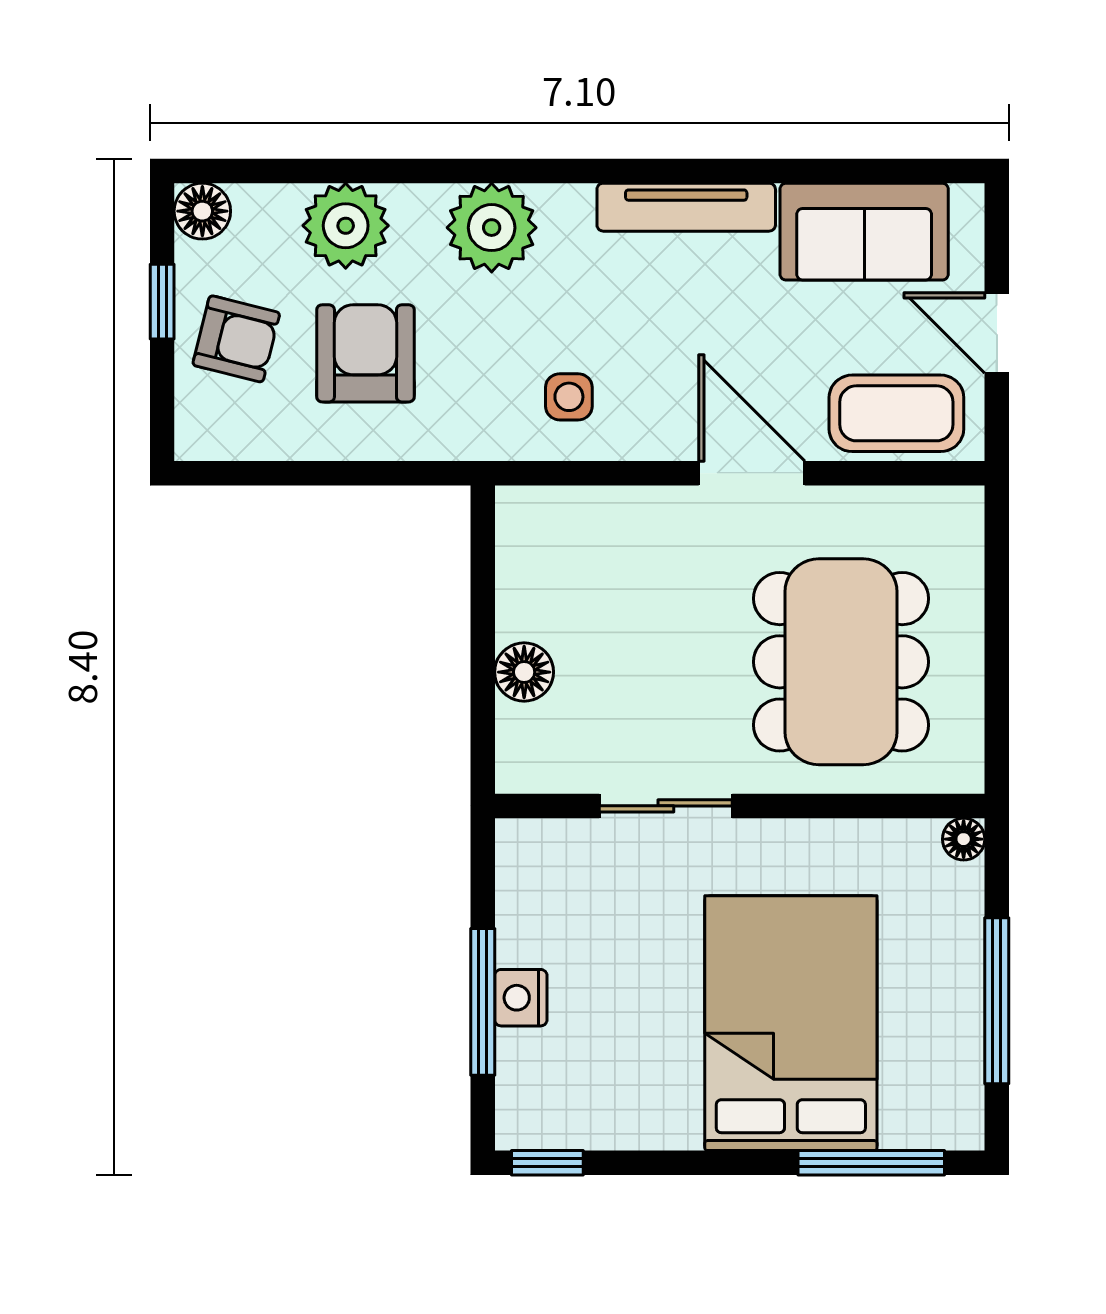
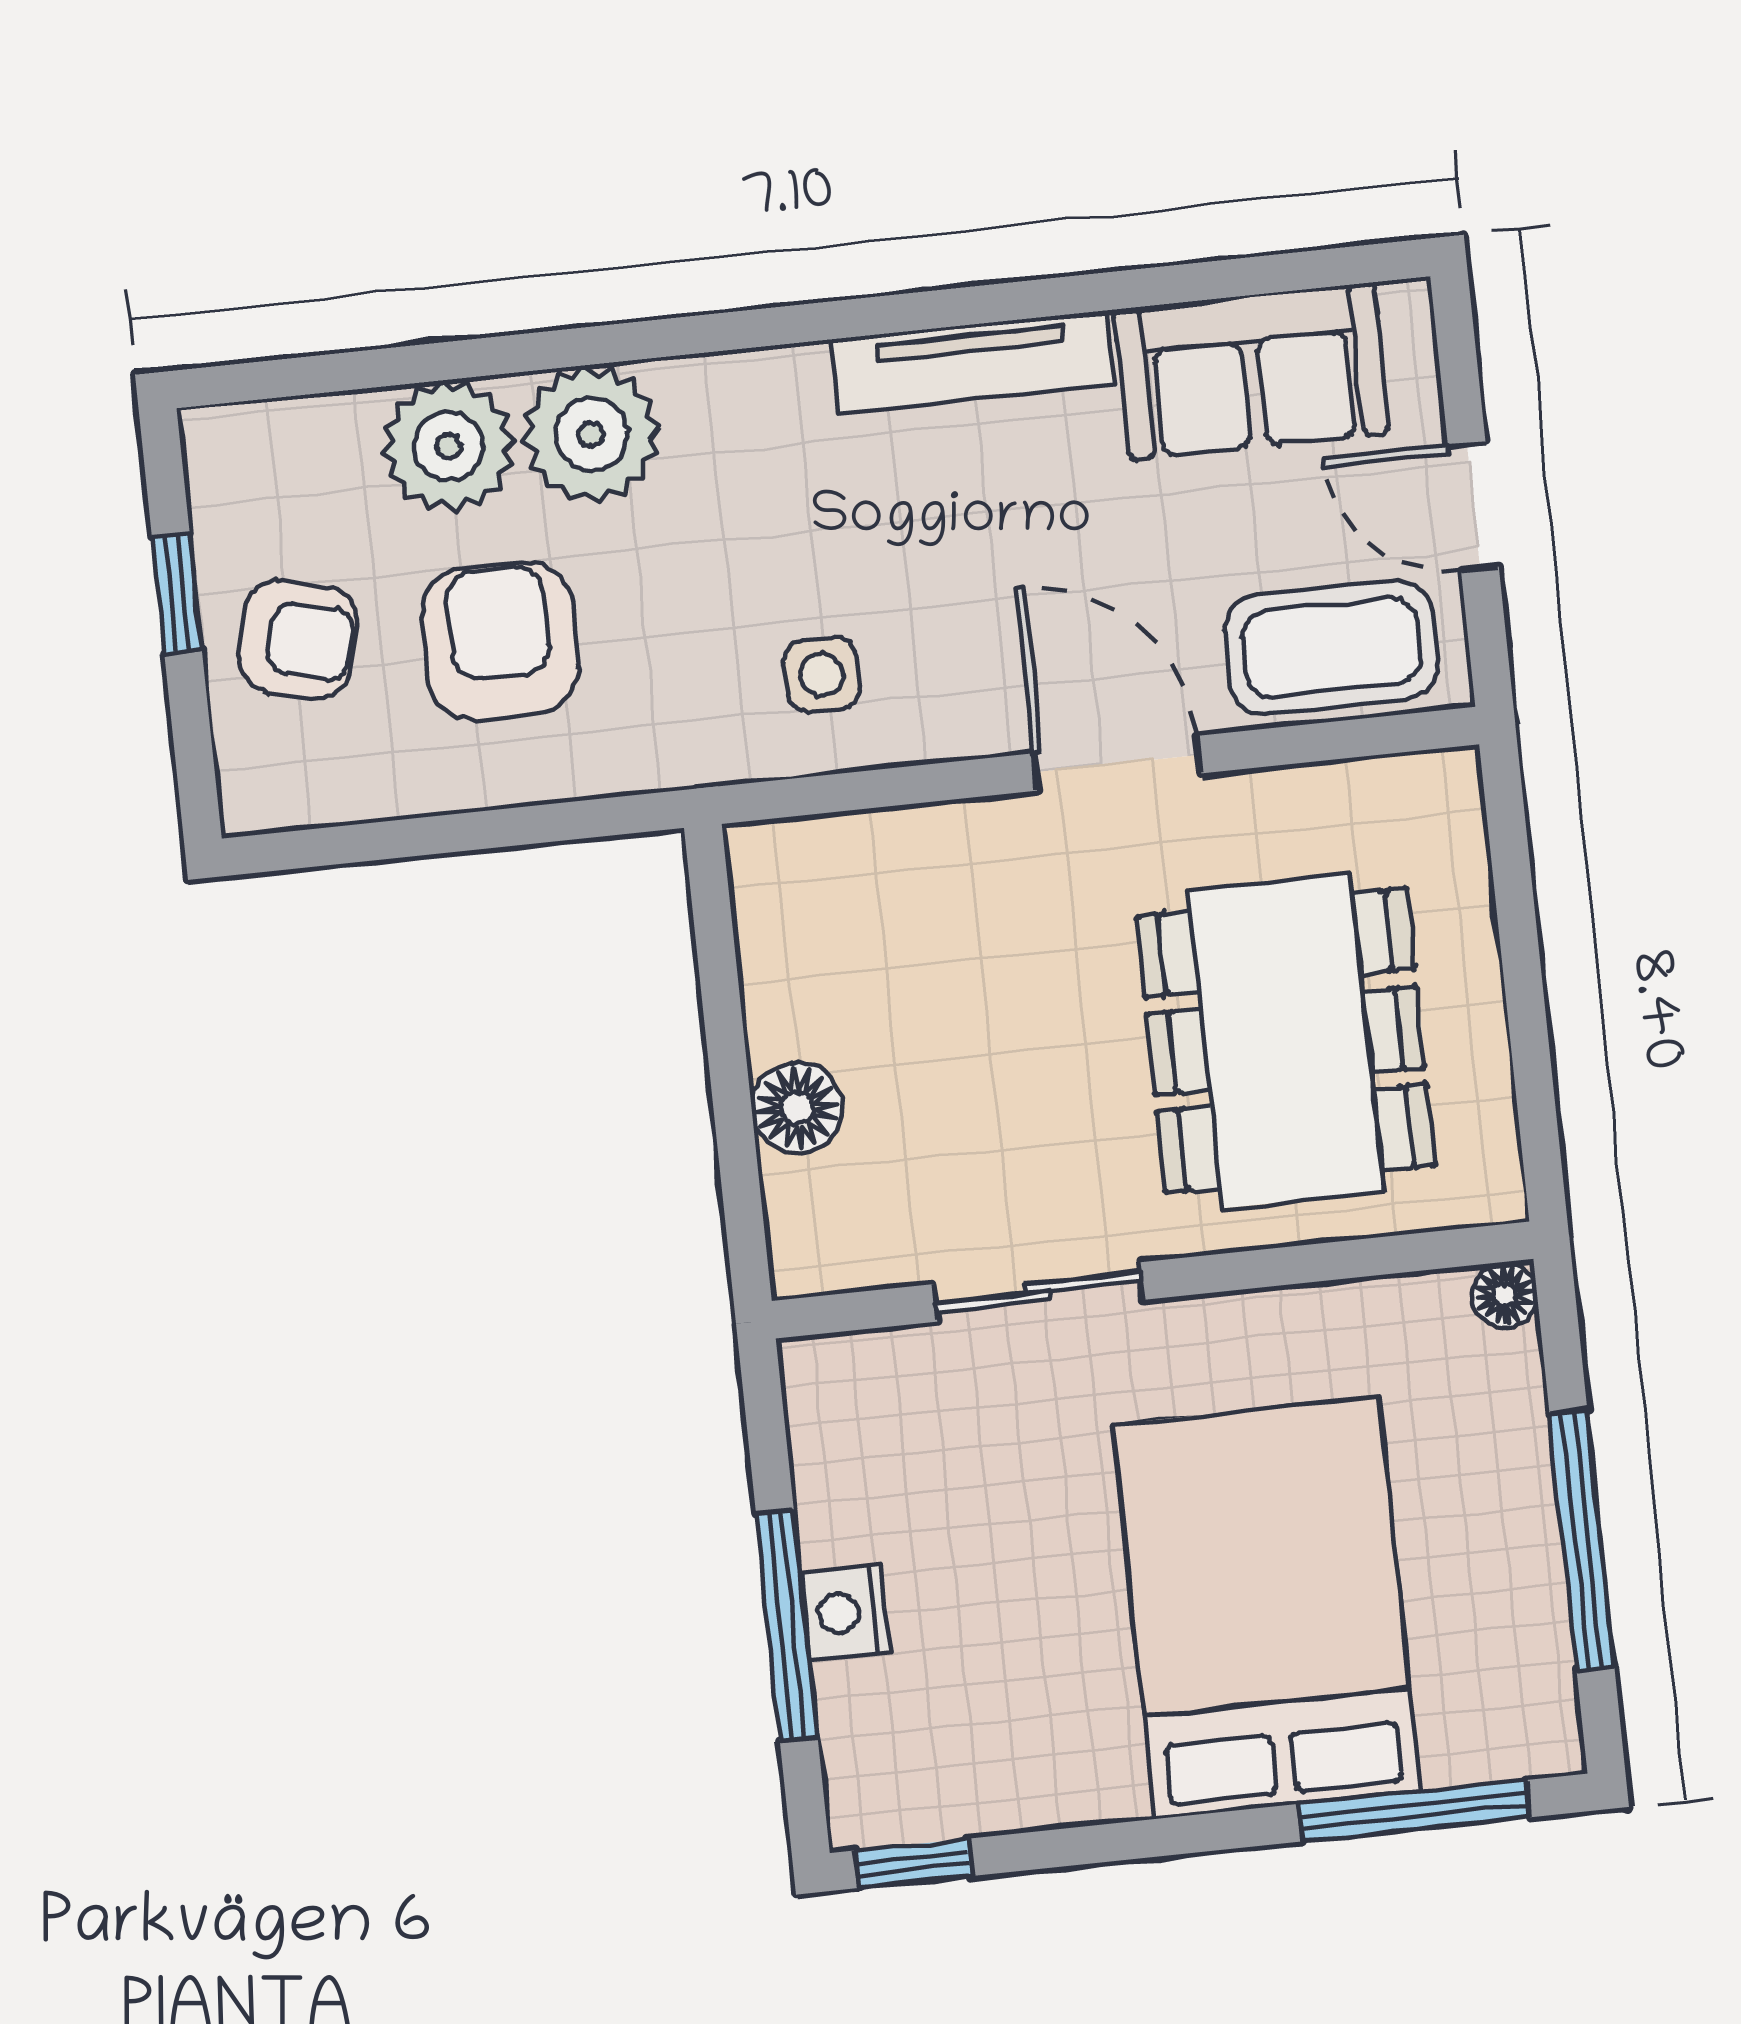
floor lamp: (202, 211) -> (224, 447), removed
plant: (492, 228) -> (591, 434), moved

